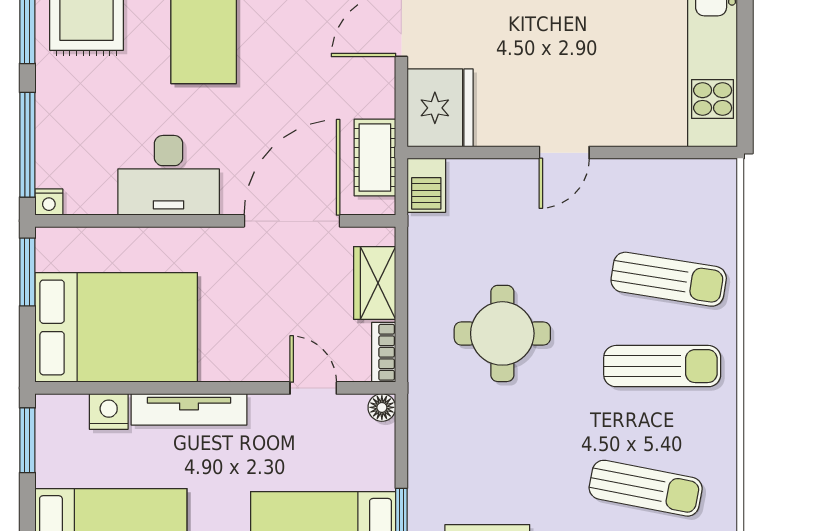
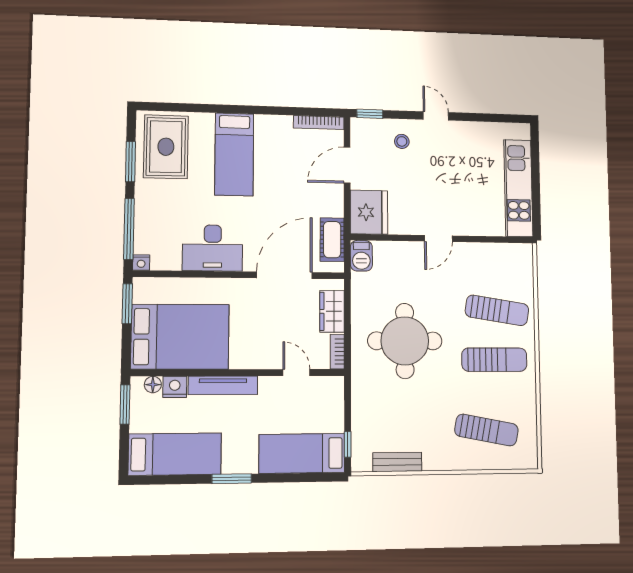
round table: (502, 333) -> (405, 341), width x1.36, depth x1.36
floor lamp: (382, 407) -> (153, 385), moved

